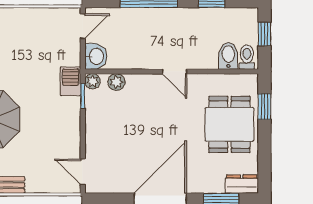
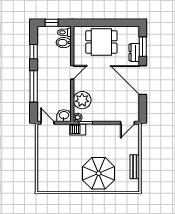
plant: (116, 82) -> (82, 100), width x1.88, depth x1.88
window: (264, 107) -> (92, 23), removed
dresser: (242, 184) -> (134, 53), moved

